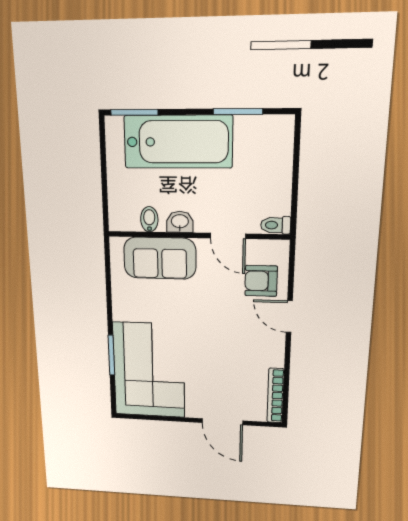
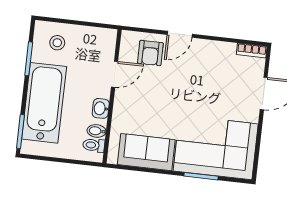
stool: (265, 151) -> (57, 43), added
toilet: (276, 225) -> (94, 145), moved, turned 90
sofa: (160, 258) -> (146, 152), moved, turned -90
bookcase: (276, 396) -> (252, 51), width x0.64

